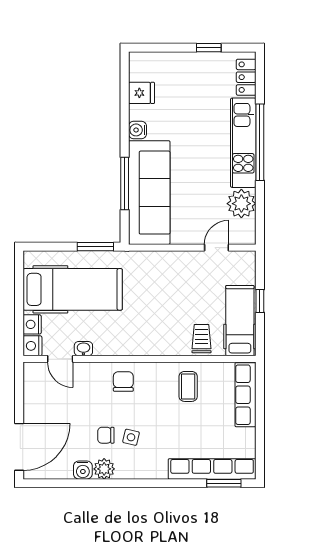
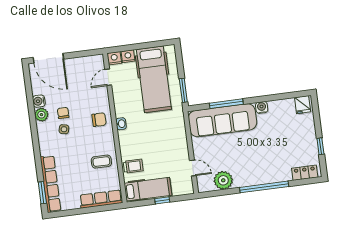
fridge: (141, 93) -> (303, 105), moved
kitchen unit: (243, 143) -> (262, 176), removed
washbasin: (83, 349) -> (121, 124), moved

